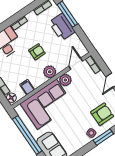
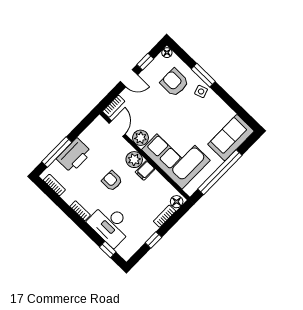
door: (76, 64) -> (117, 129), swing flipped
filing cabinet: (27, 87) -> (145, 170), moved

